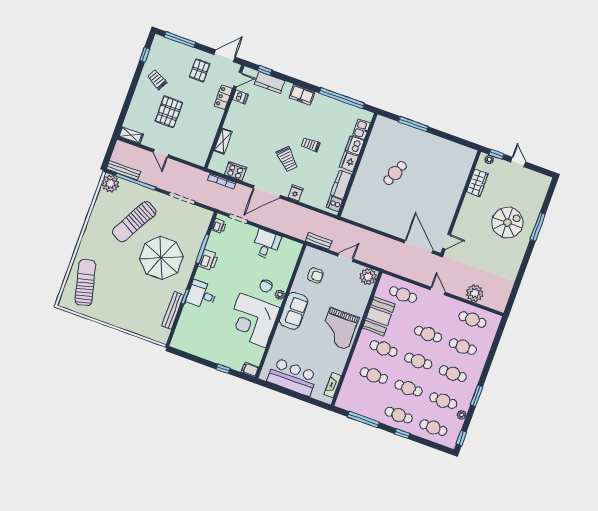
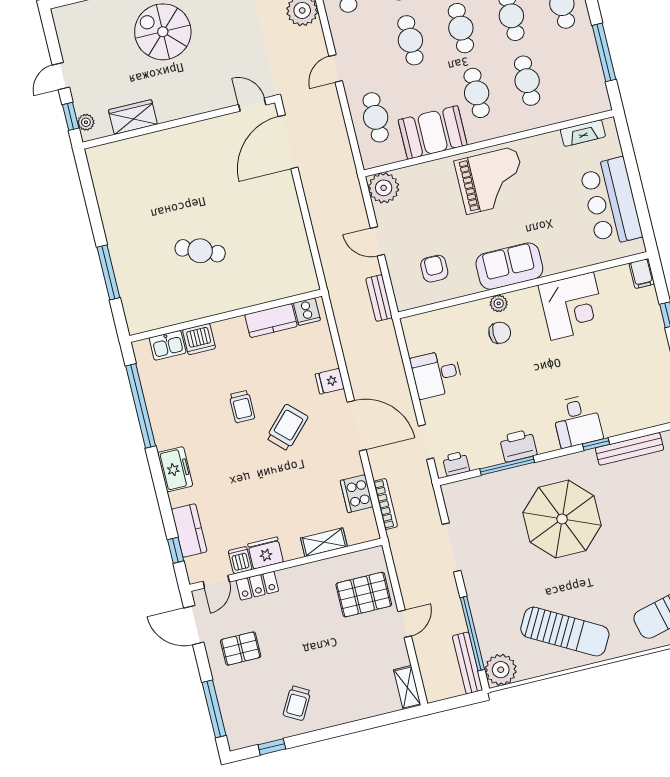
door: (238, 79) -> (216, 582), swing flipped
pallet: (169, 112) -> (364, 595), moved
fridge: (349, 162) -> (266, 553), moved, turned 180
sun lounger: (134, 222) -> (565, 632), moved
corner desk: (253, 320) -> (572, 306), width x0.74, depth x0.74

